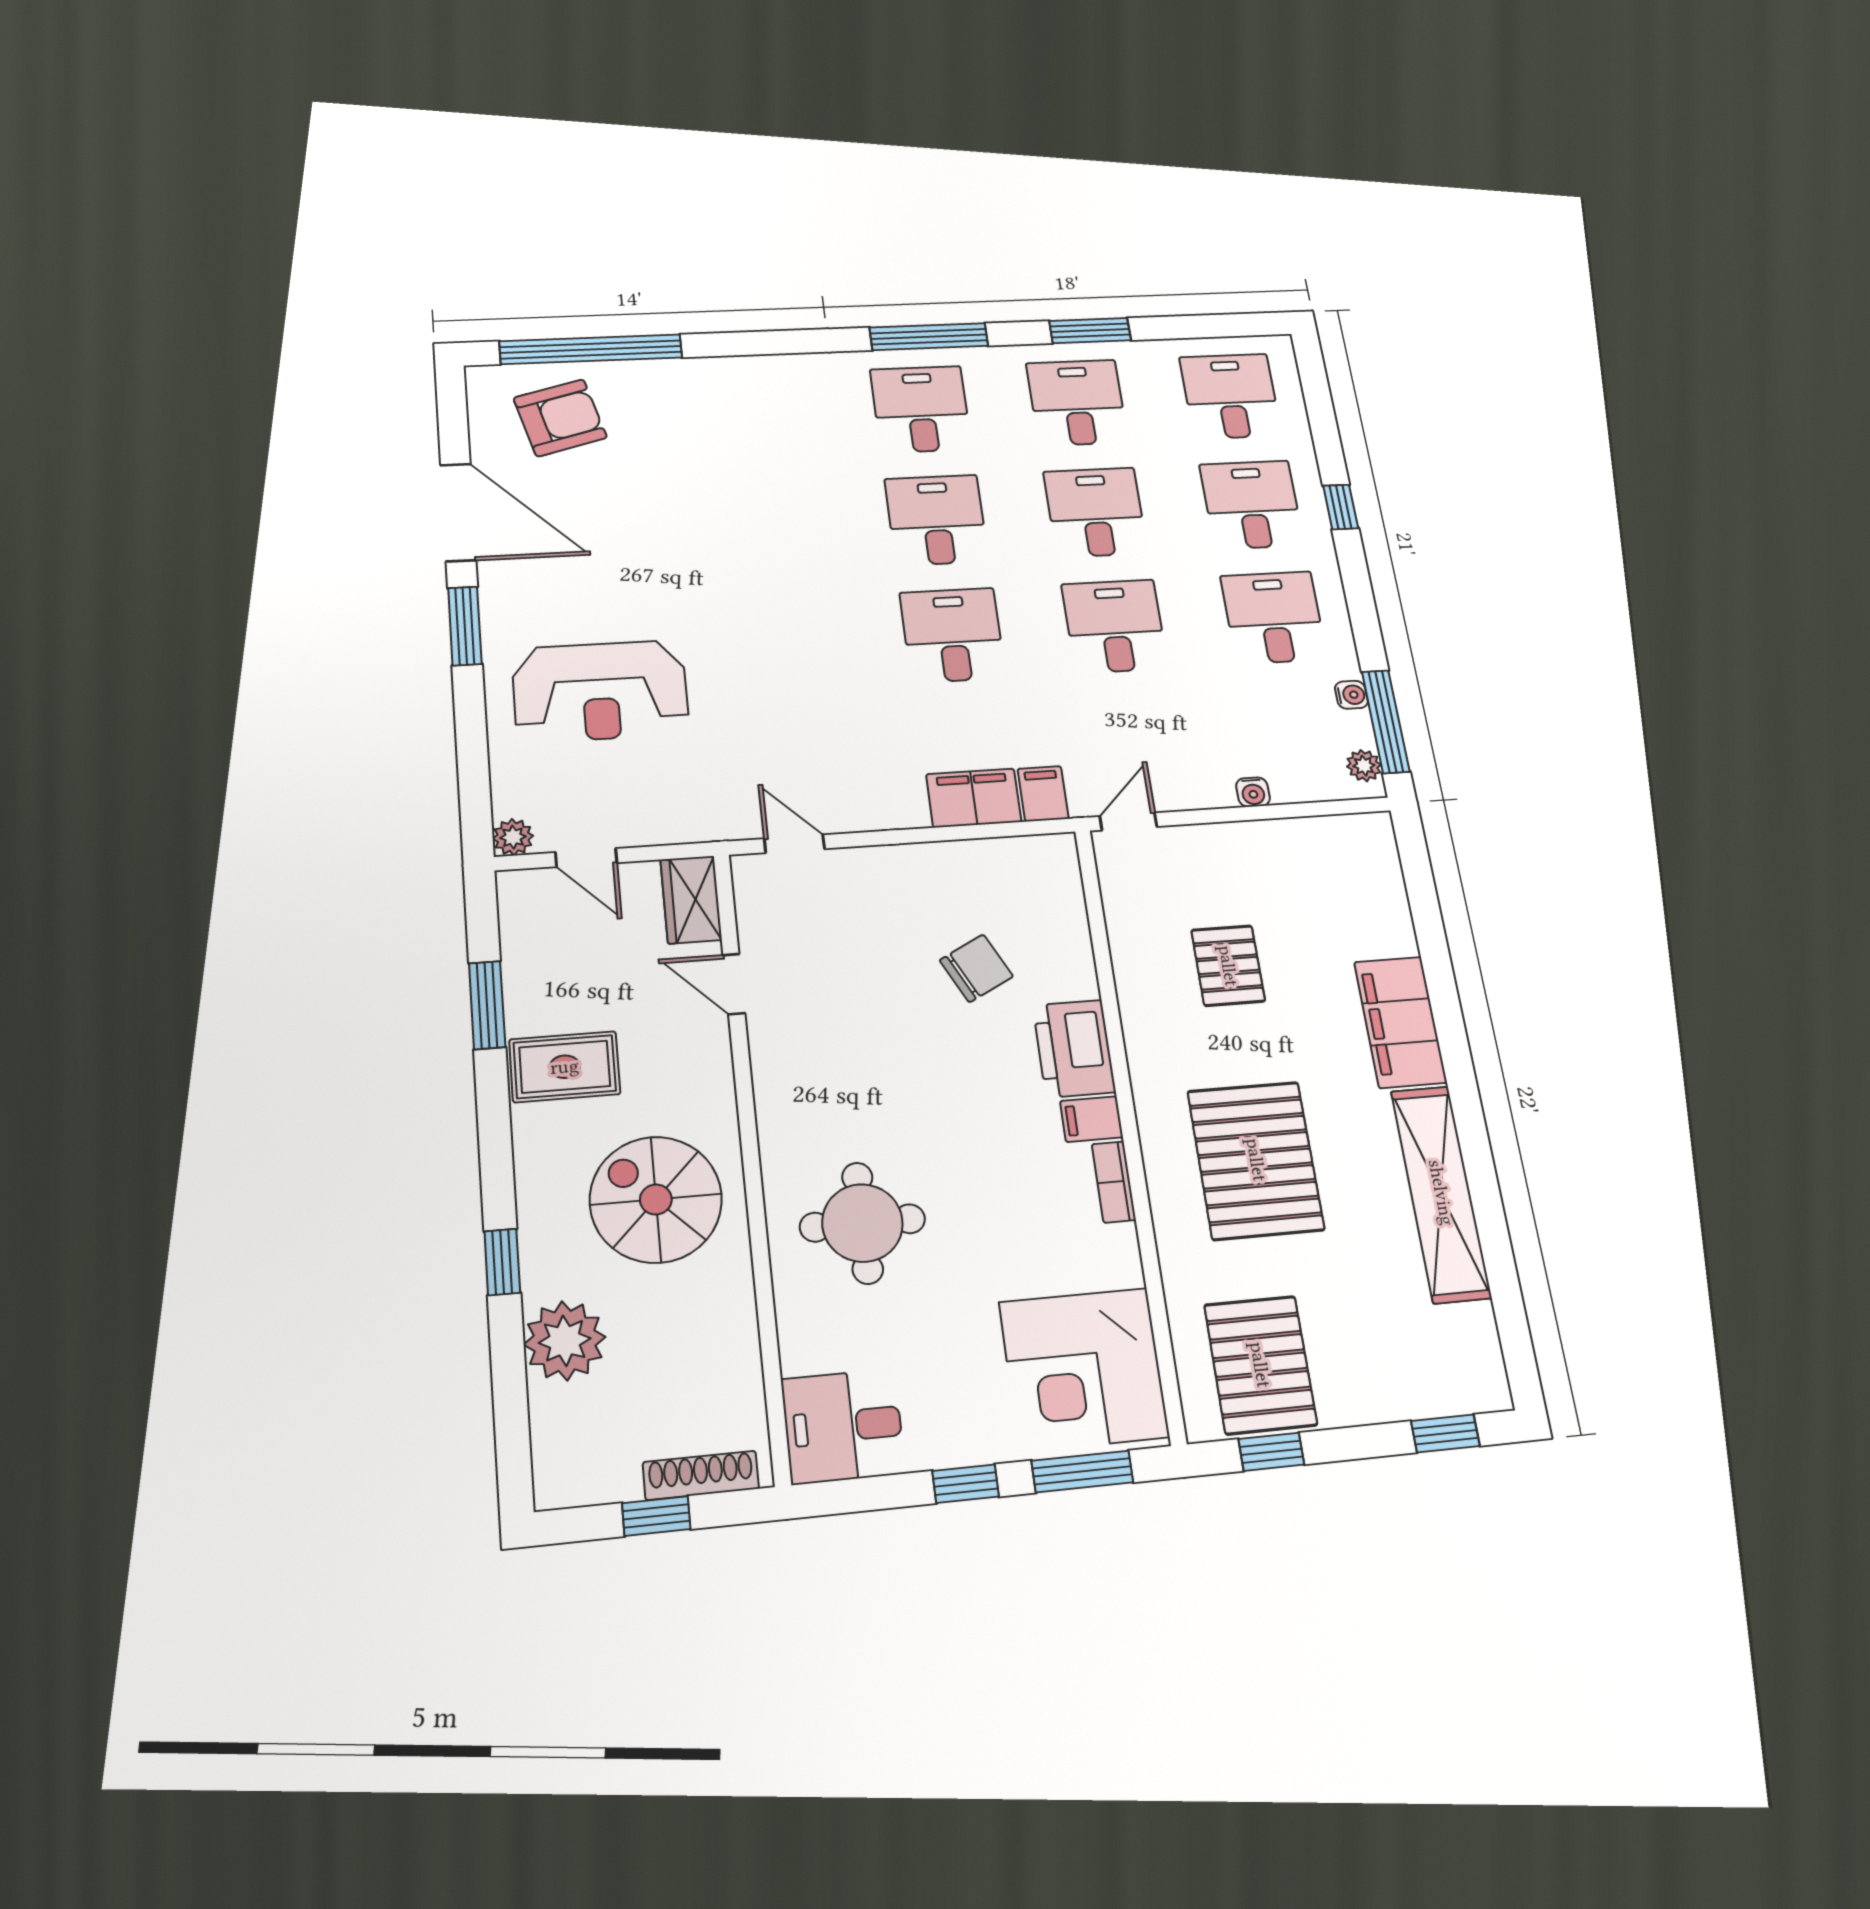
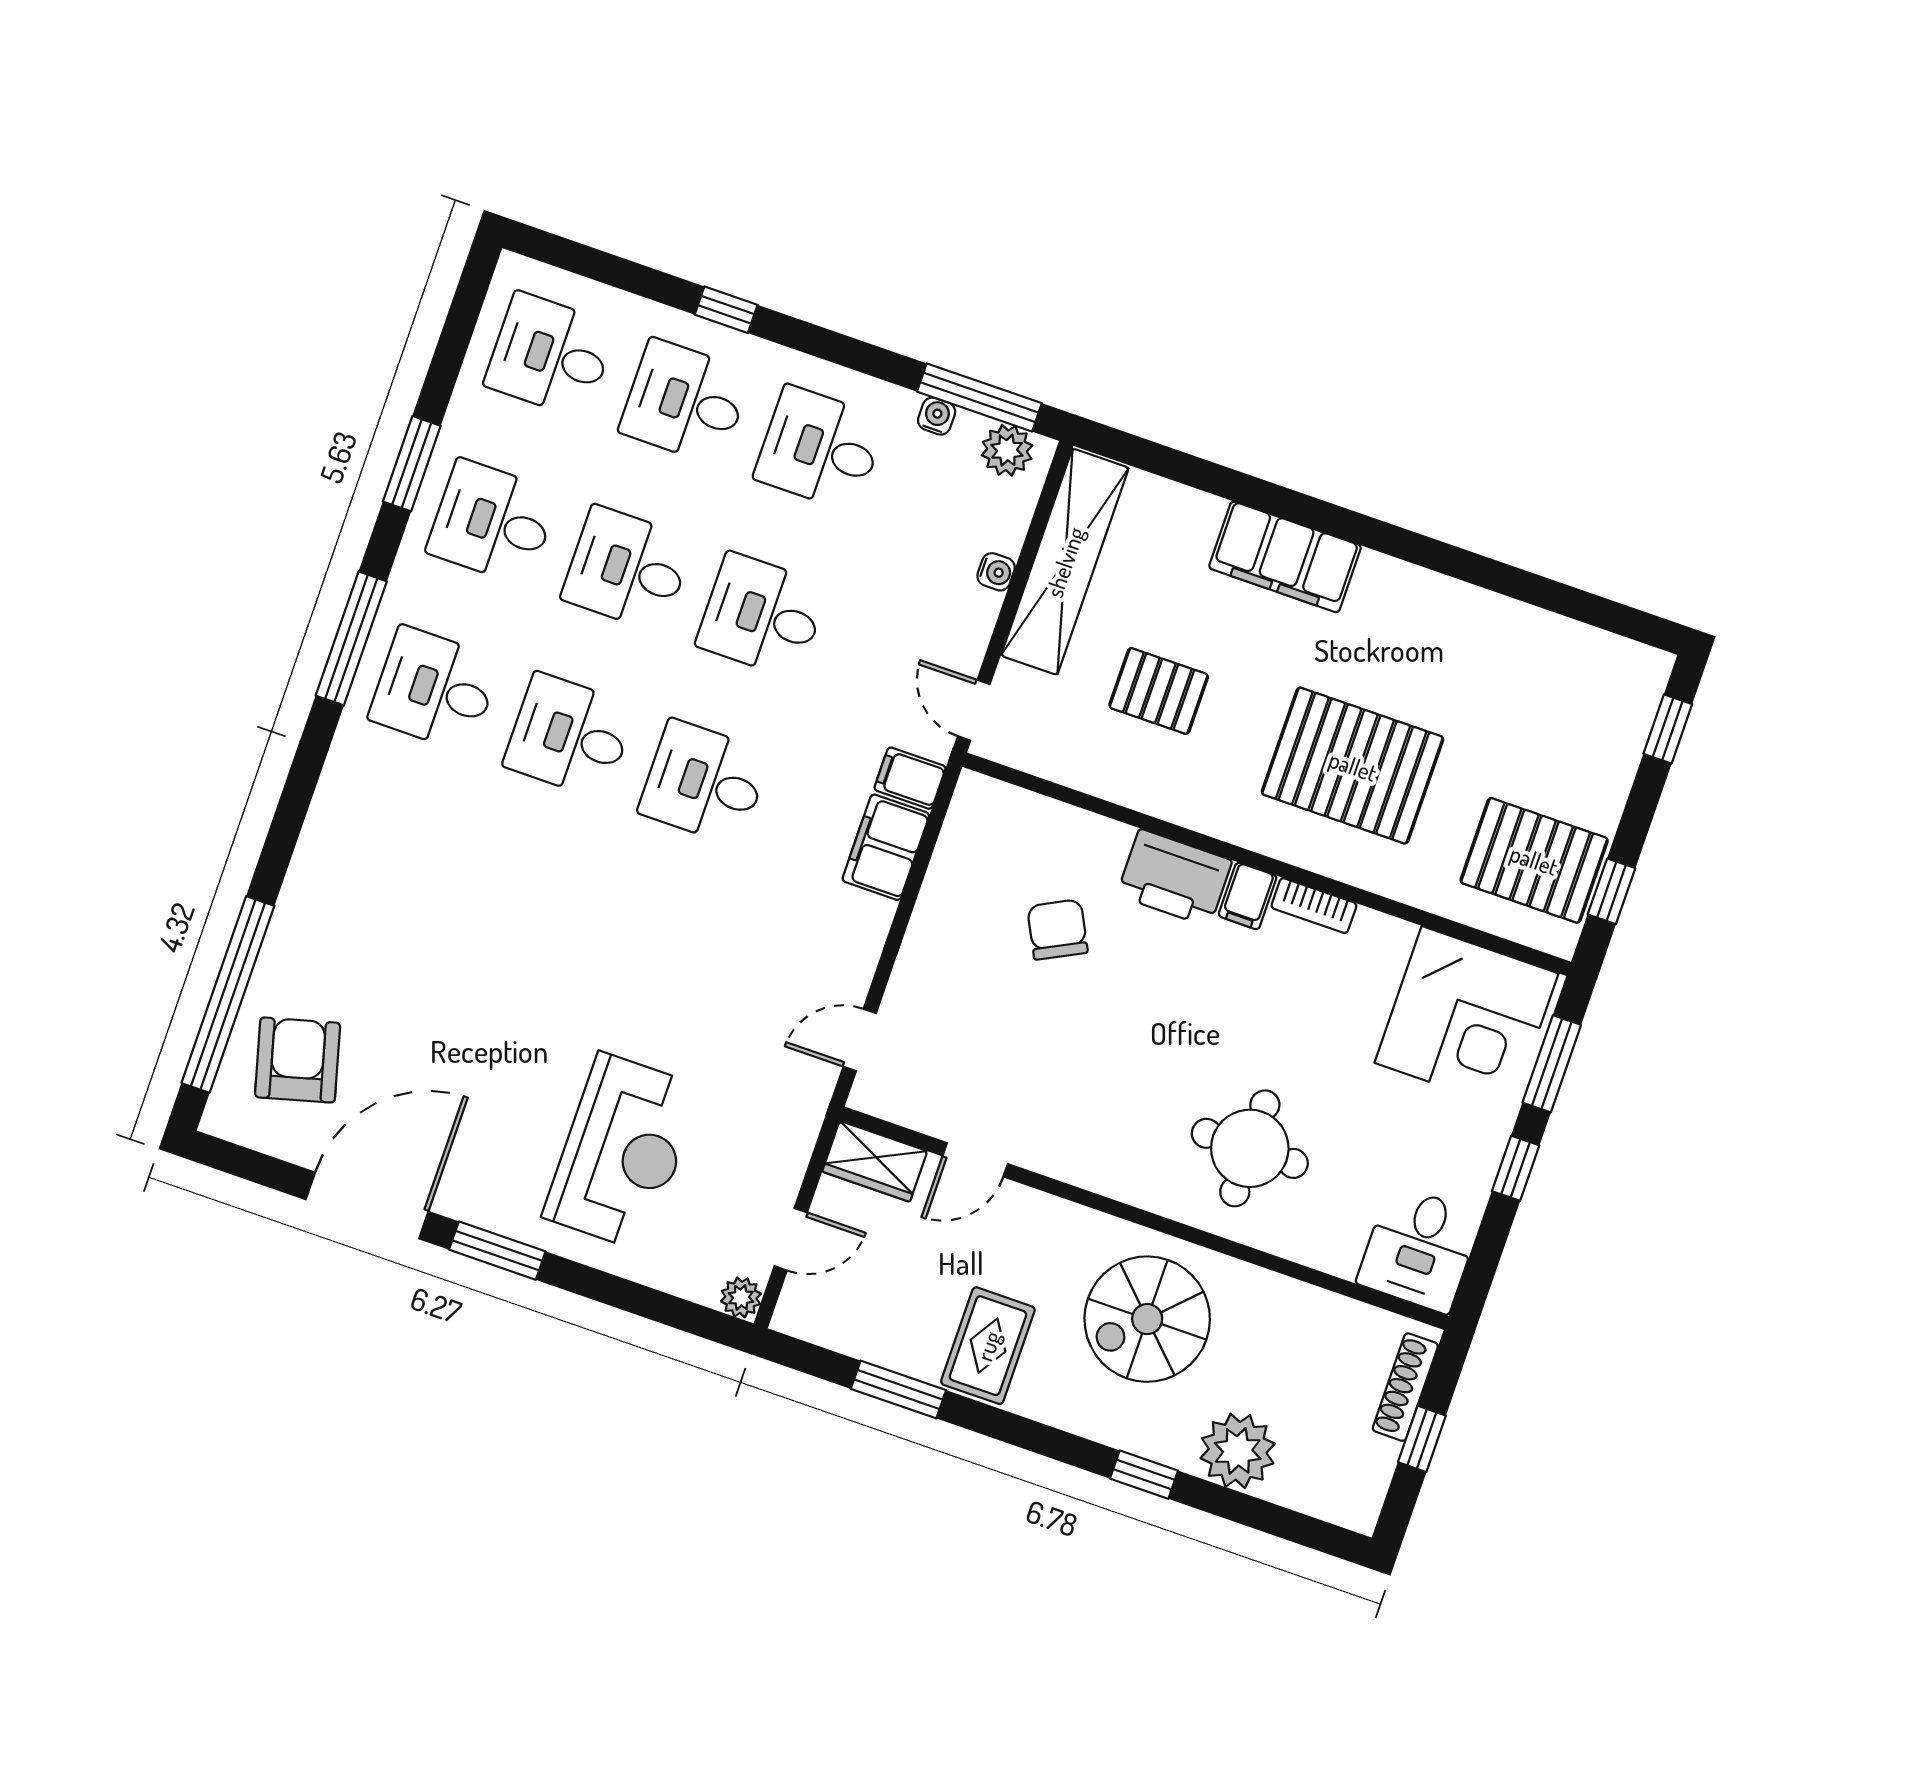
plant: (1364, 766) -> (1007, 450), width x1.38, depth x1.38
shelving: (1441, 1193) -> (1065, 562), moved, turned 90

